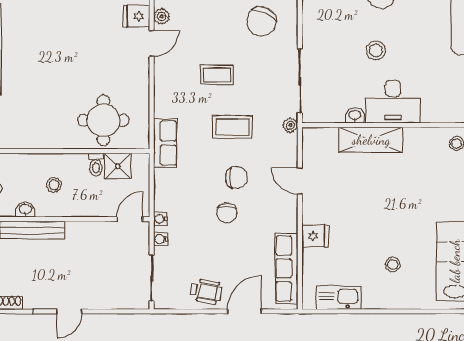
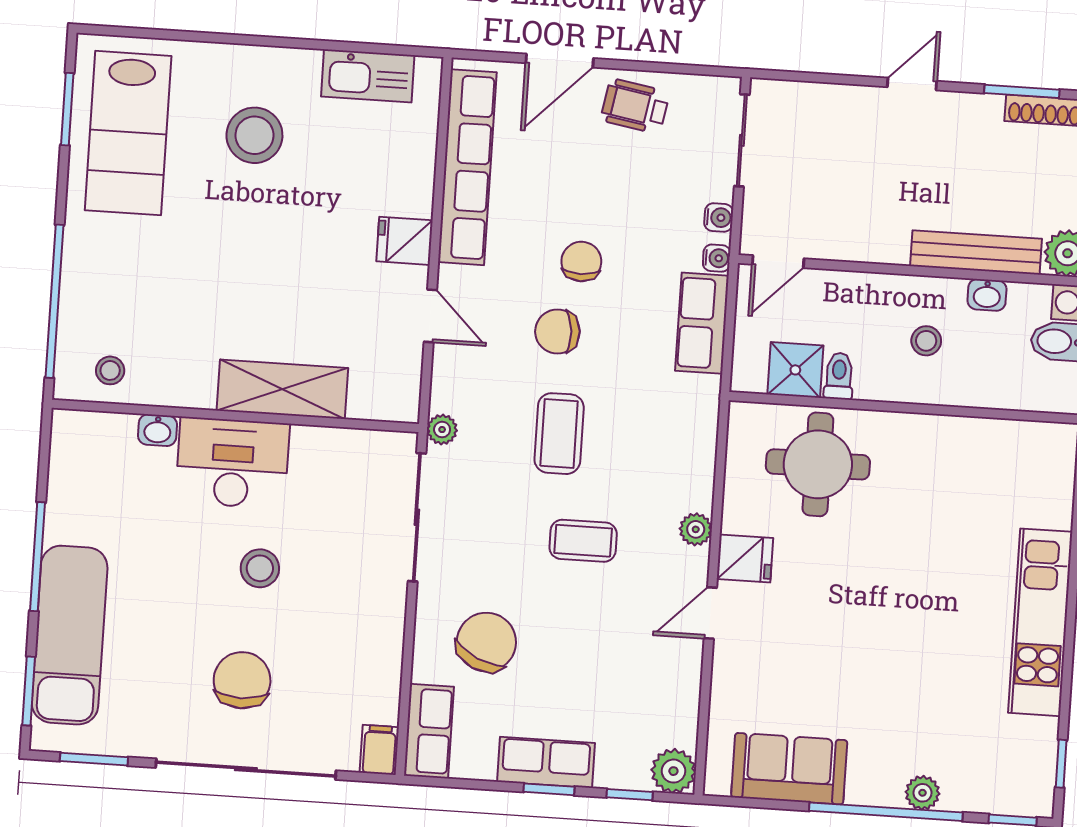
fridge: (136, 16) -> (745, 559), moved
plant: (162, 16) -> (696, 529), moved
washbasin: (355, 115) -> (157, 430), moved
coffee table: (232, 127) -> (559, 434), turned 90
row of seats: (165, 143) -> (702, 323), moved
fridge: (315, 236) -> (404, 241), moved
stool: (393, 264) -> (254, 135), width x1.89, depth x1.89
row of seats: (287, 268) -> (467, 167), width x1.36

